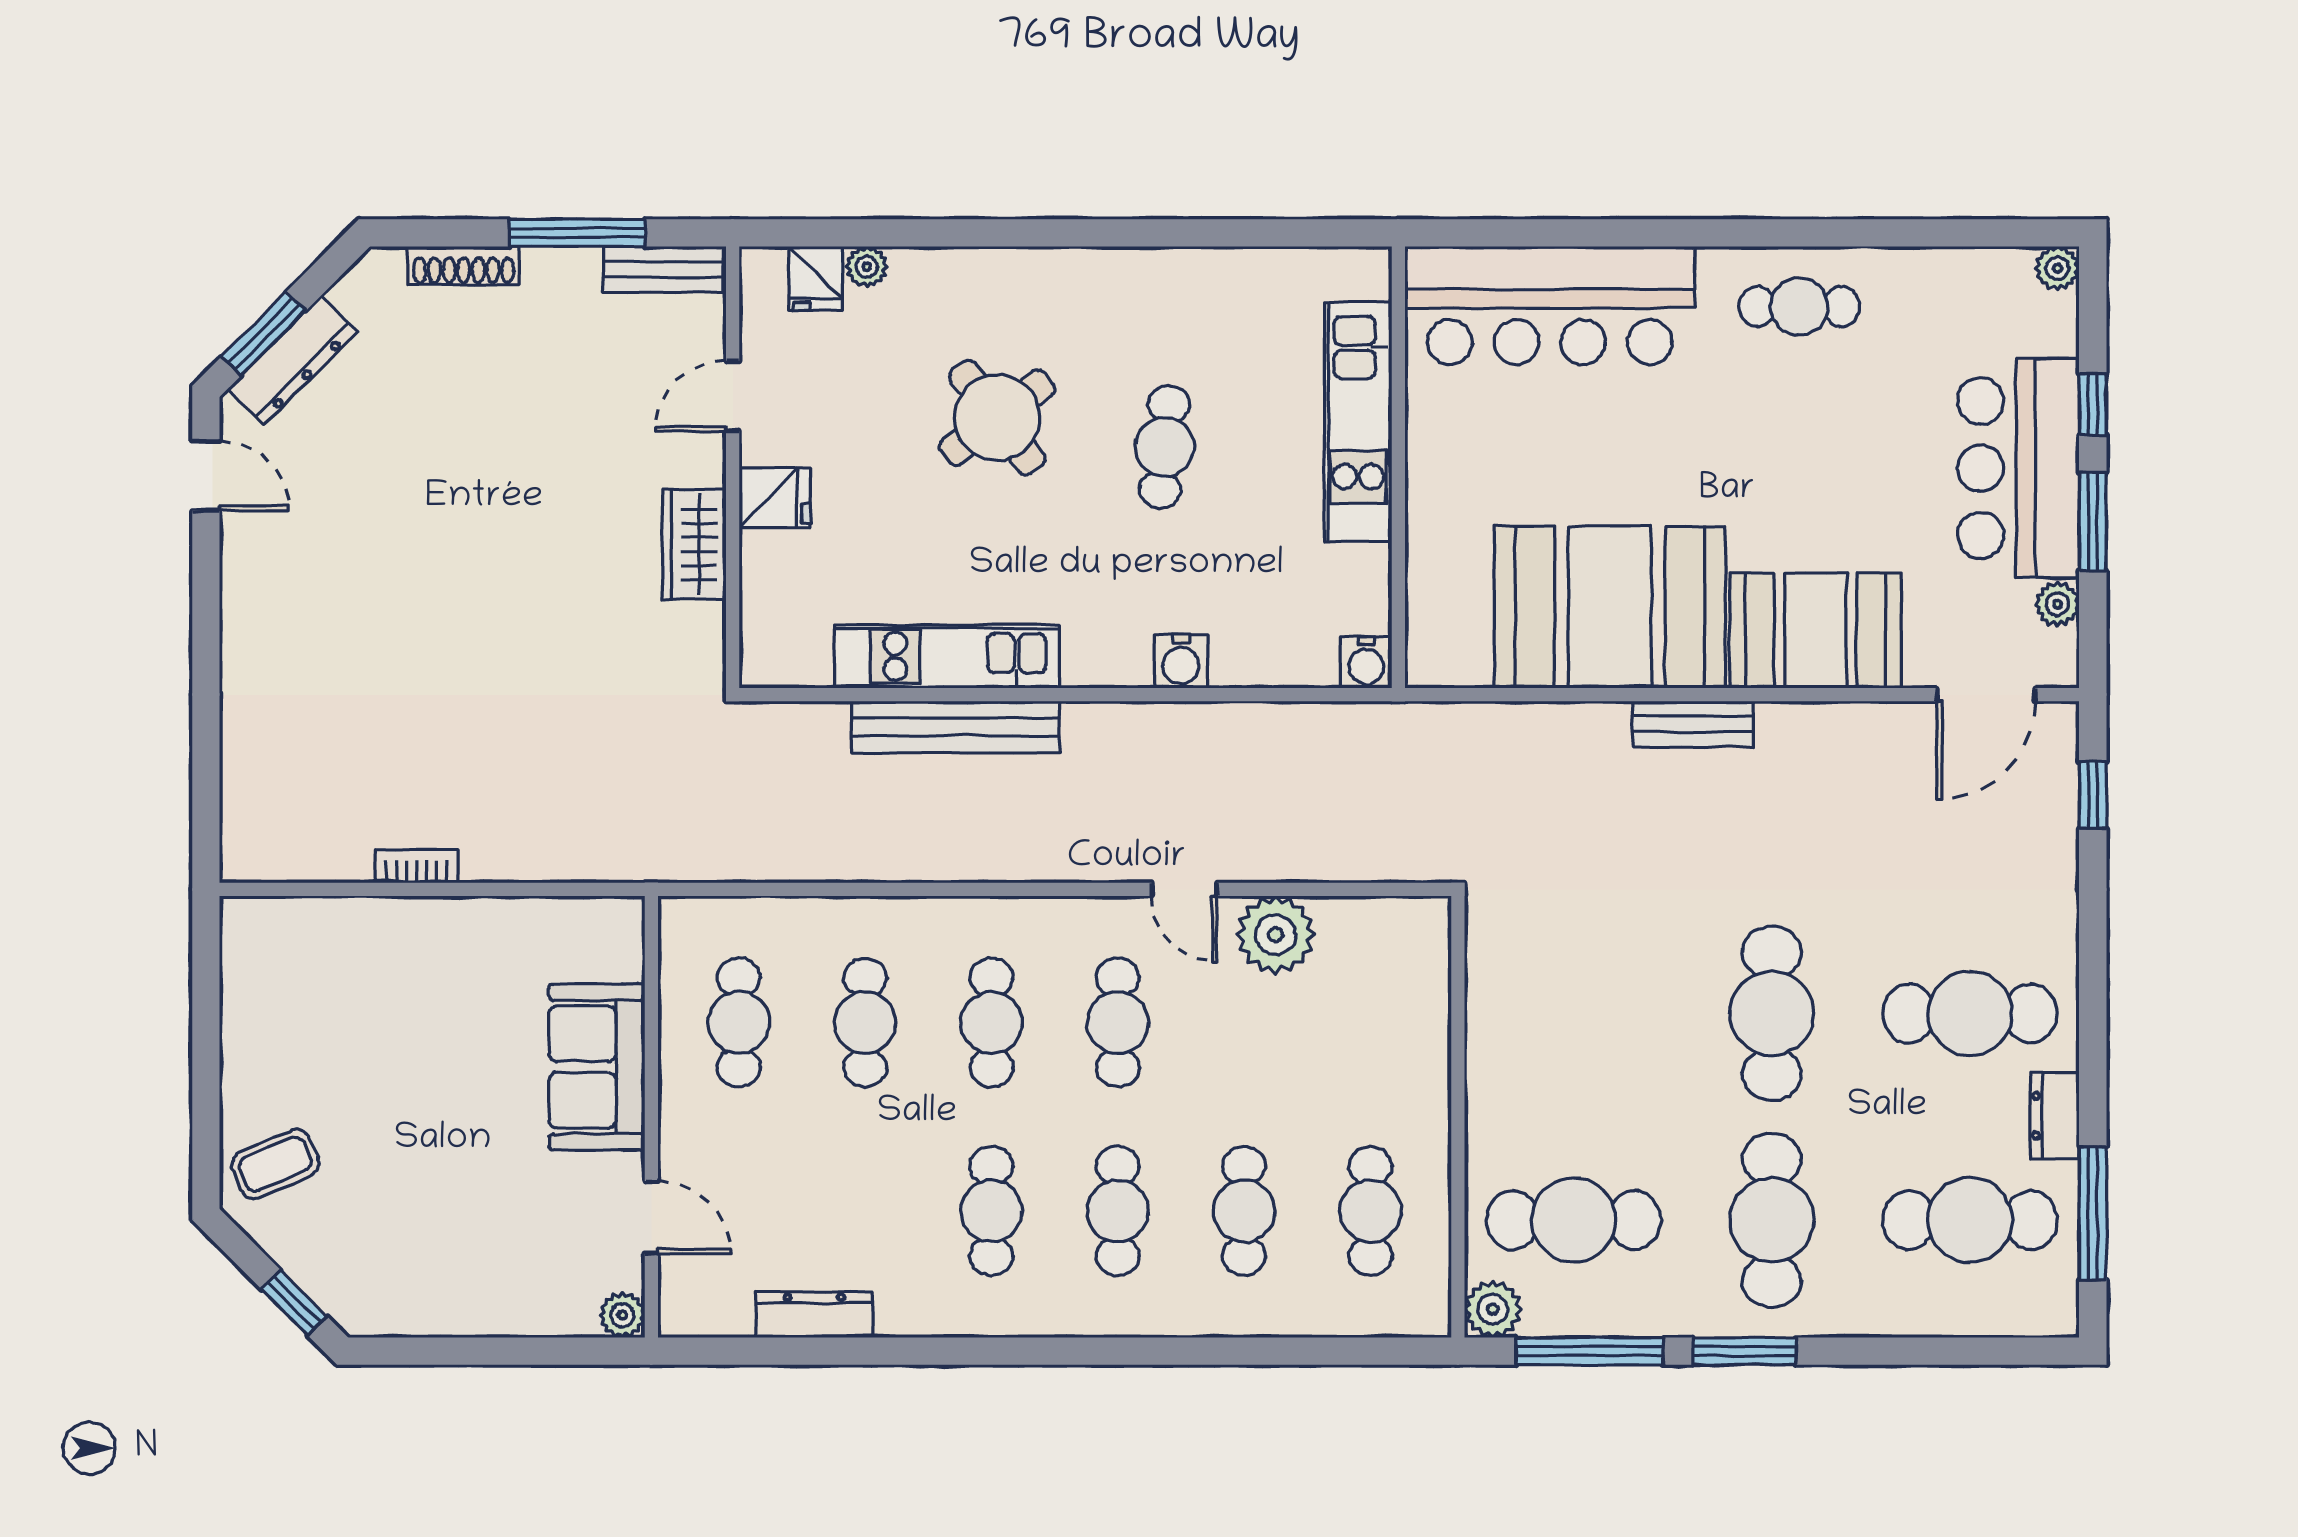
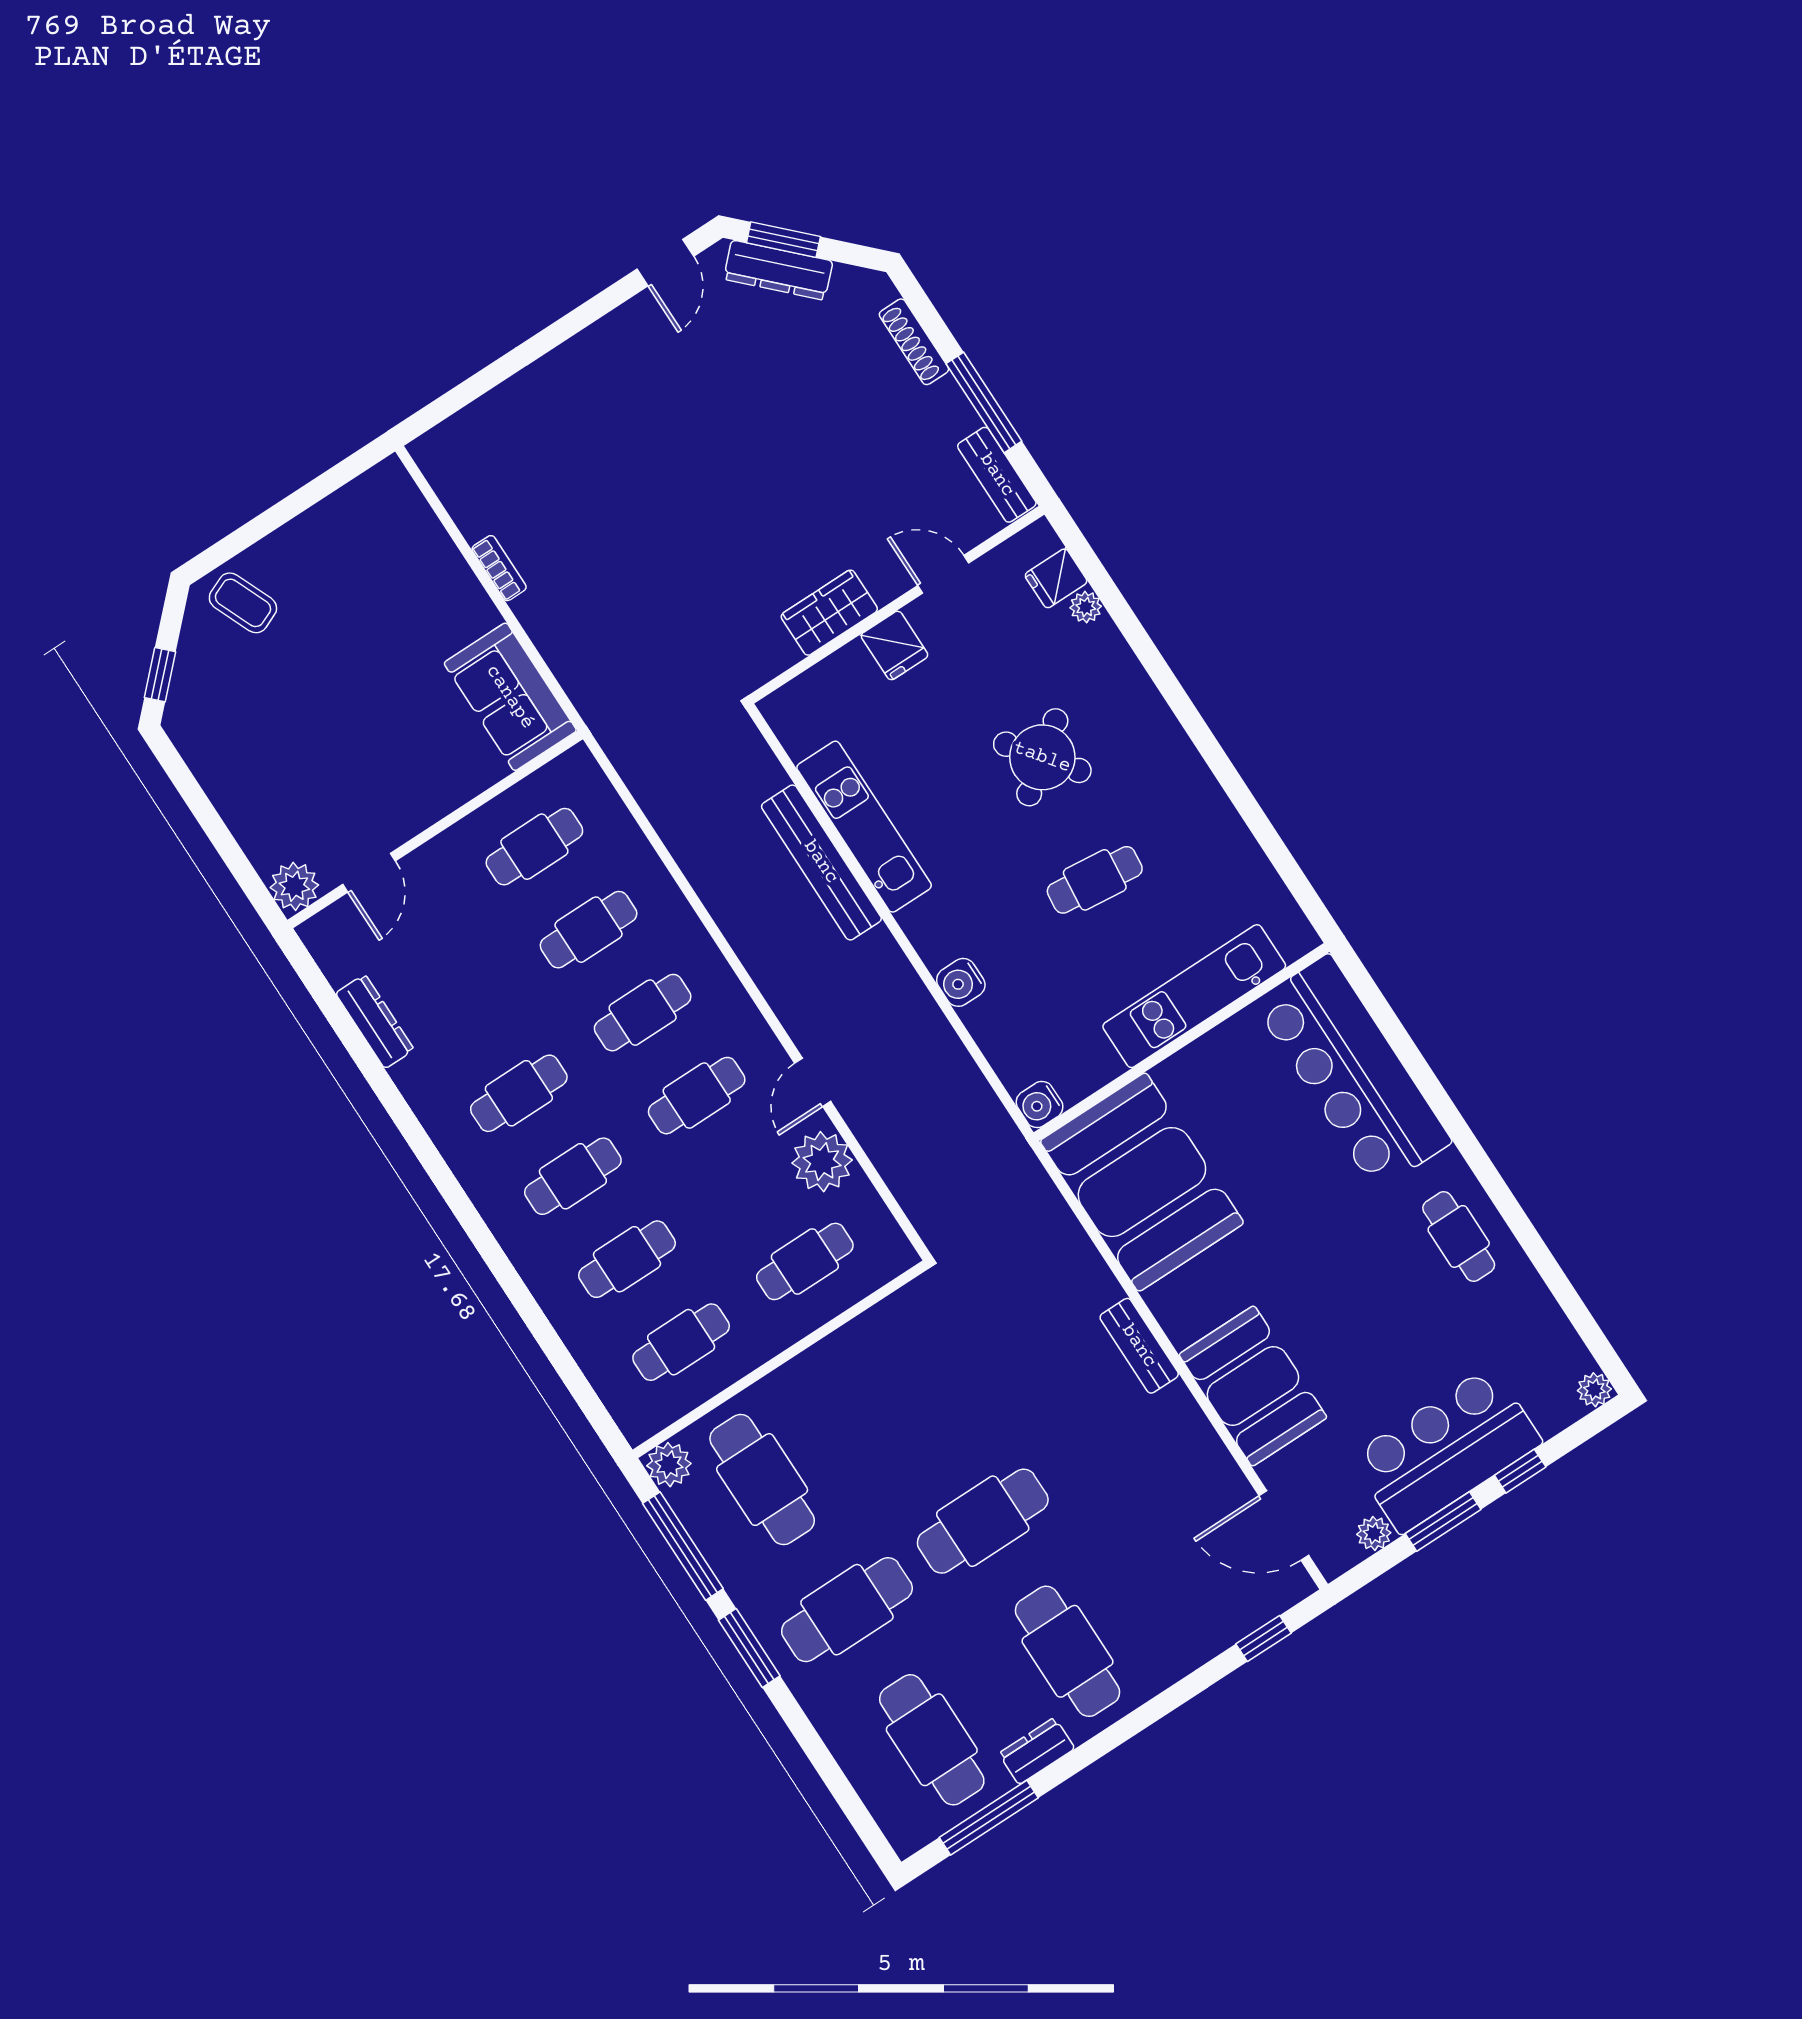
booth: (1610, 607) -> (1142, 1182), moved
cafe table: (1370, 1023) -> (805, 1261), added
sofa: (597, 1067) -> (510, 697), moved, turned -90
plant: (622, 1315) -> (294, 886), width x1.38, depth x1.38

